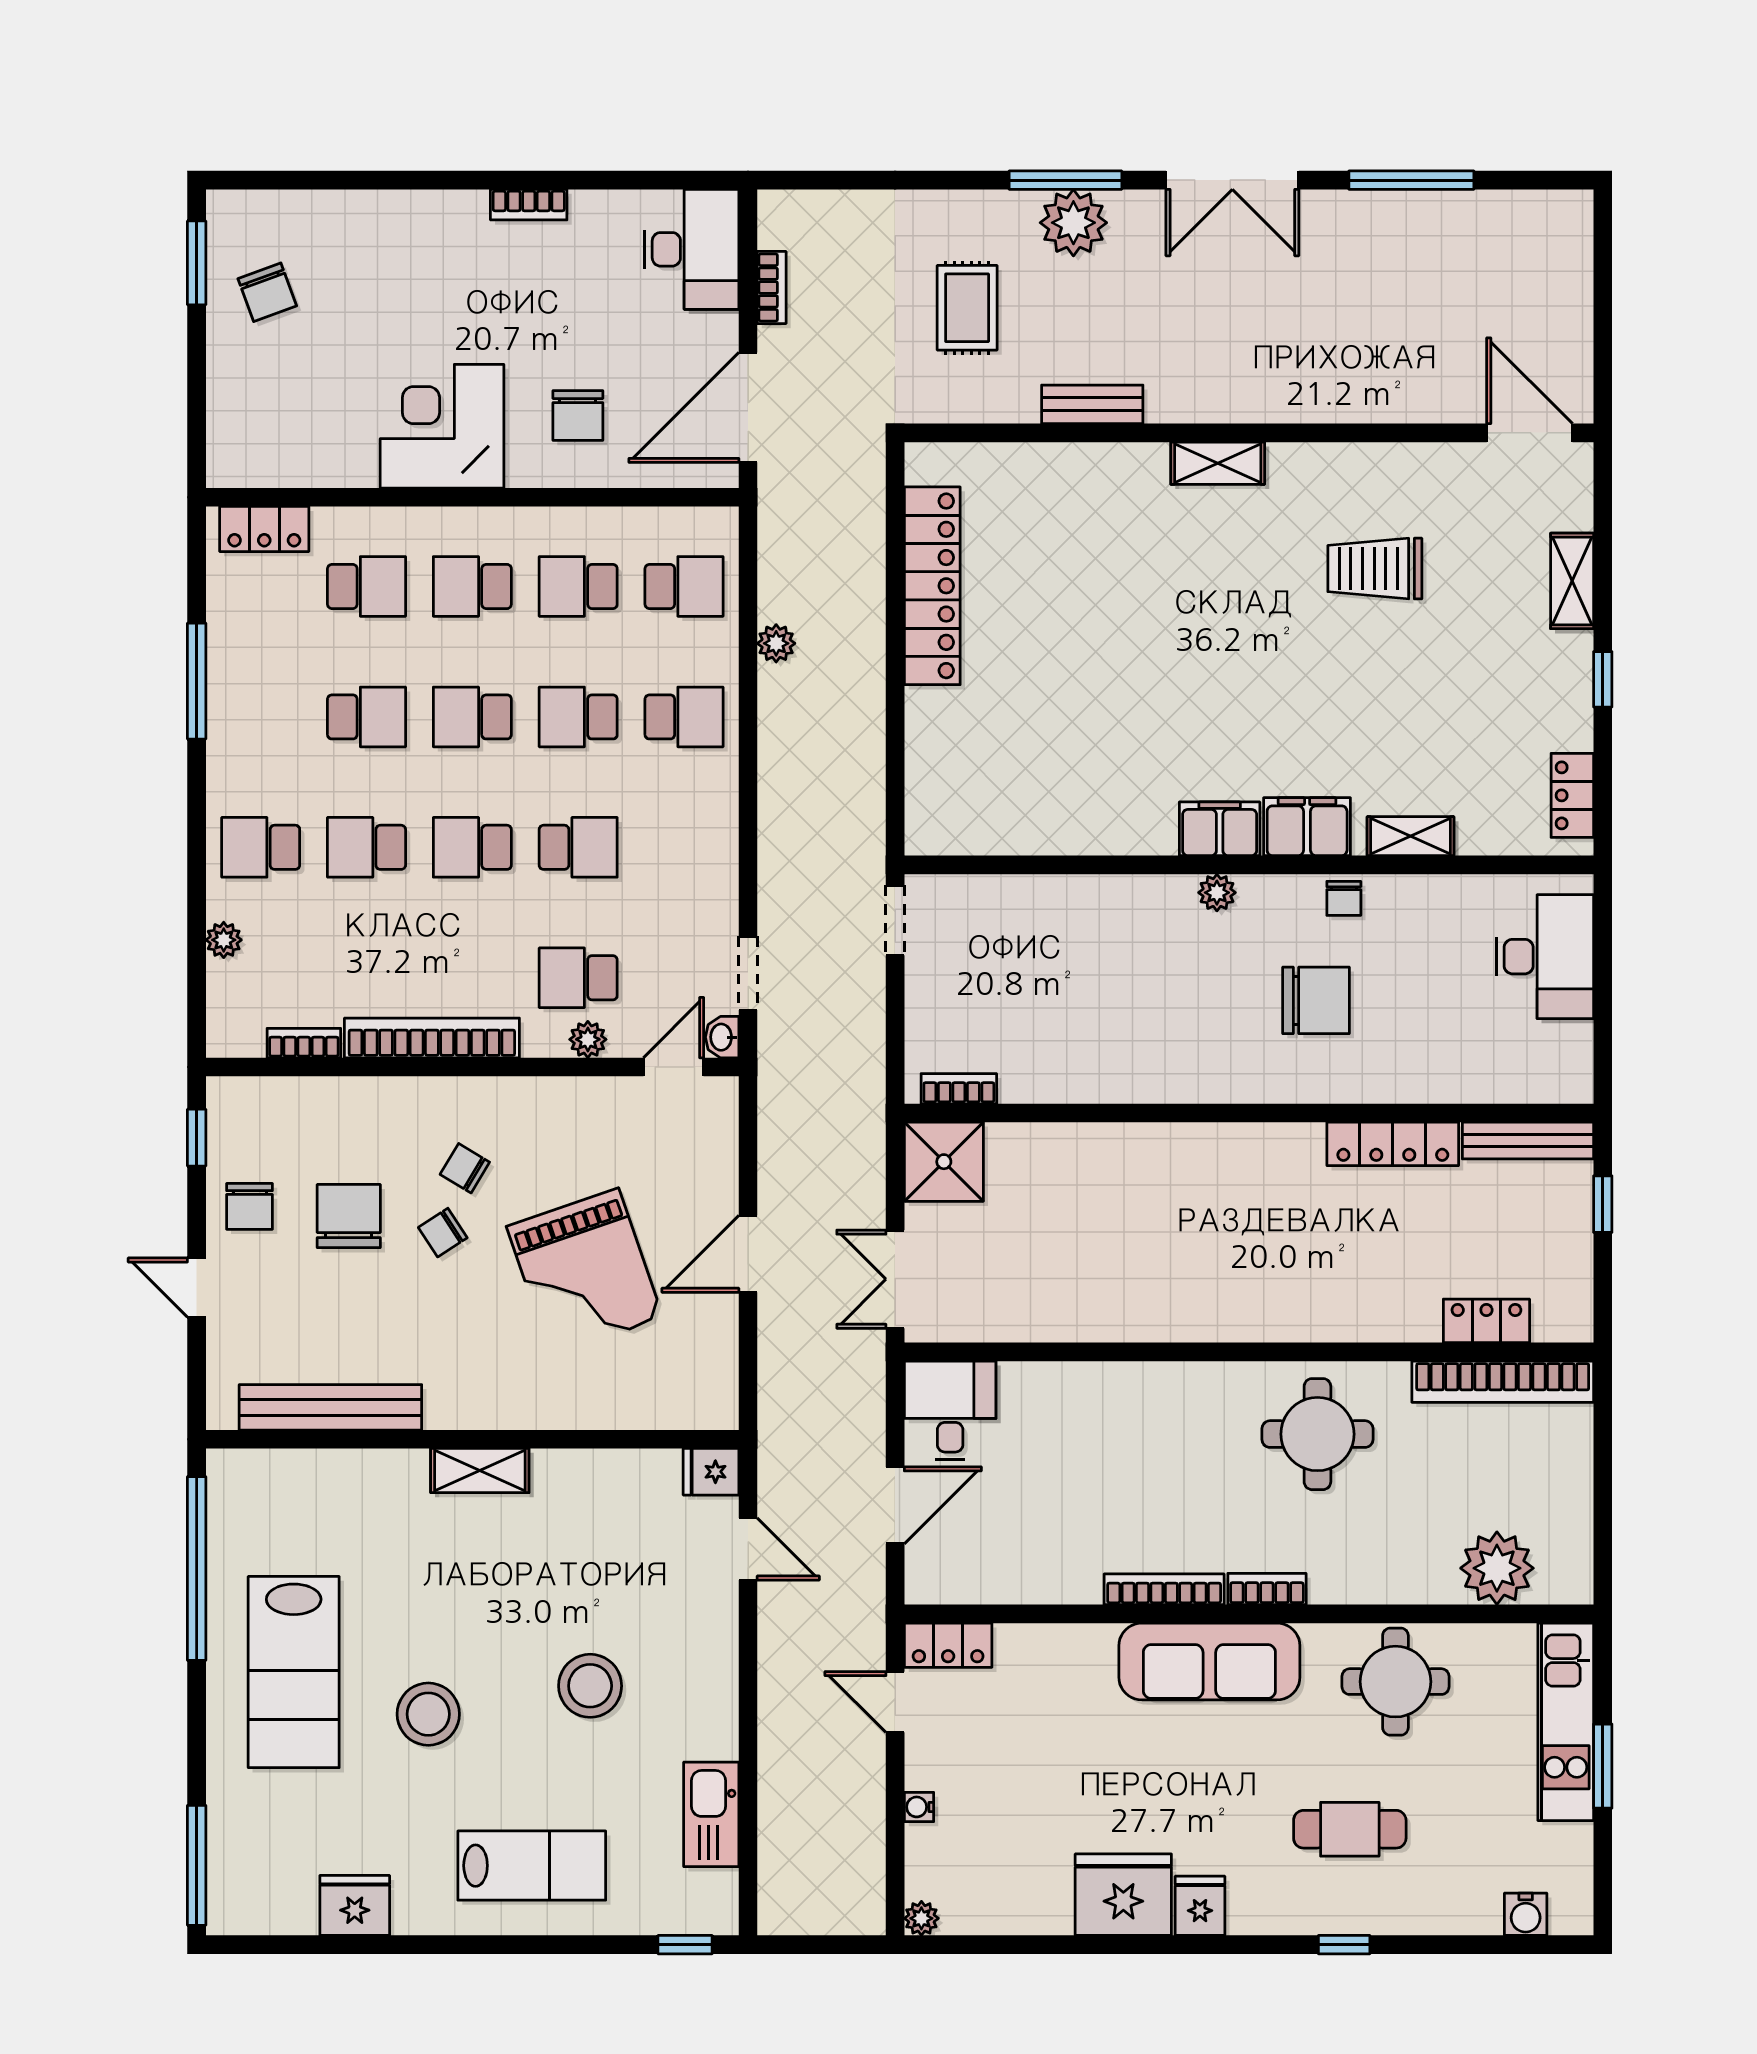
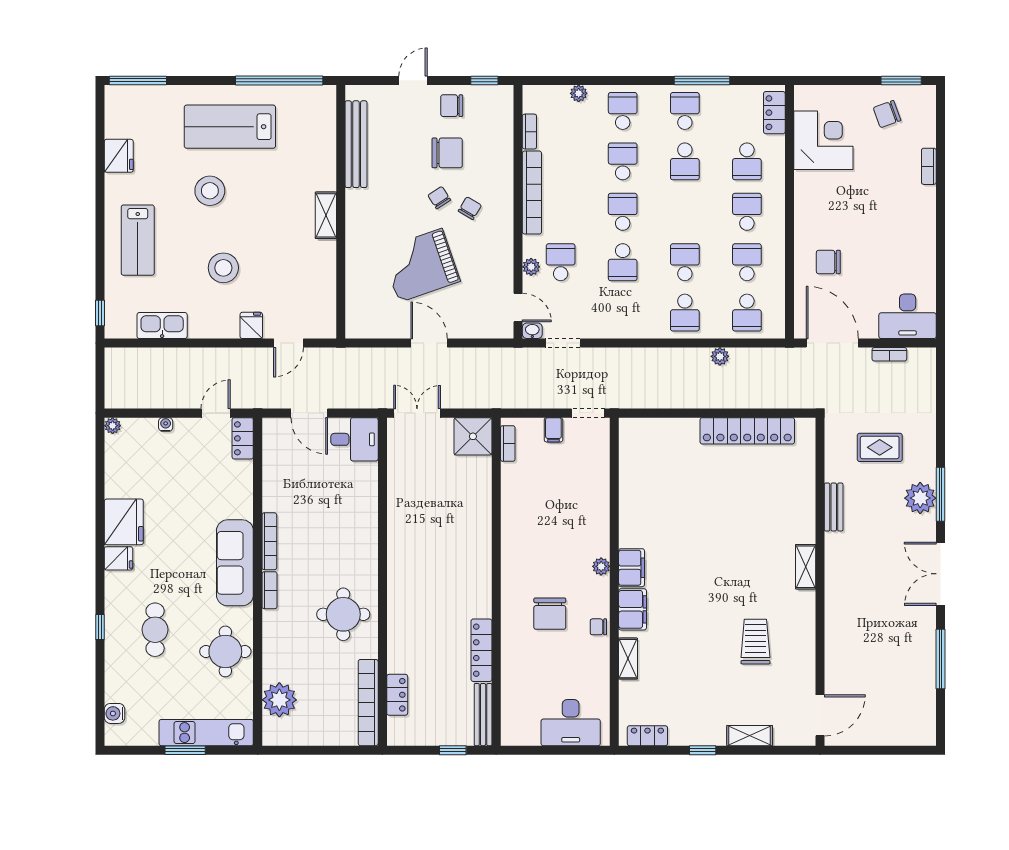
bookcase: (529, 205) -> (929, 166), moved
corner desk: (442, 426) -> (823, 140), moved
school desk: (472, 717) -> (685, 111), moved
filing cabinet: (930, 993) -> (553, 430), added
fridge: (711, 1472) -> (251, 325), moved

